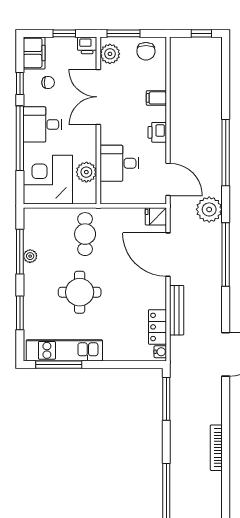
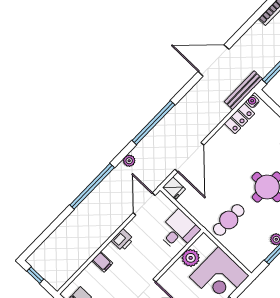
desk: (119, 163) -> (178, 231), moved, turned -90
plant: (209, 209) -> (129, 161), width x0.53, depth x0.53
bench: (177, 310) -> (243, 90), moved

